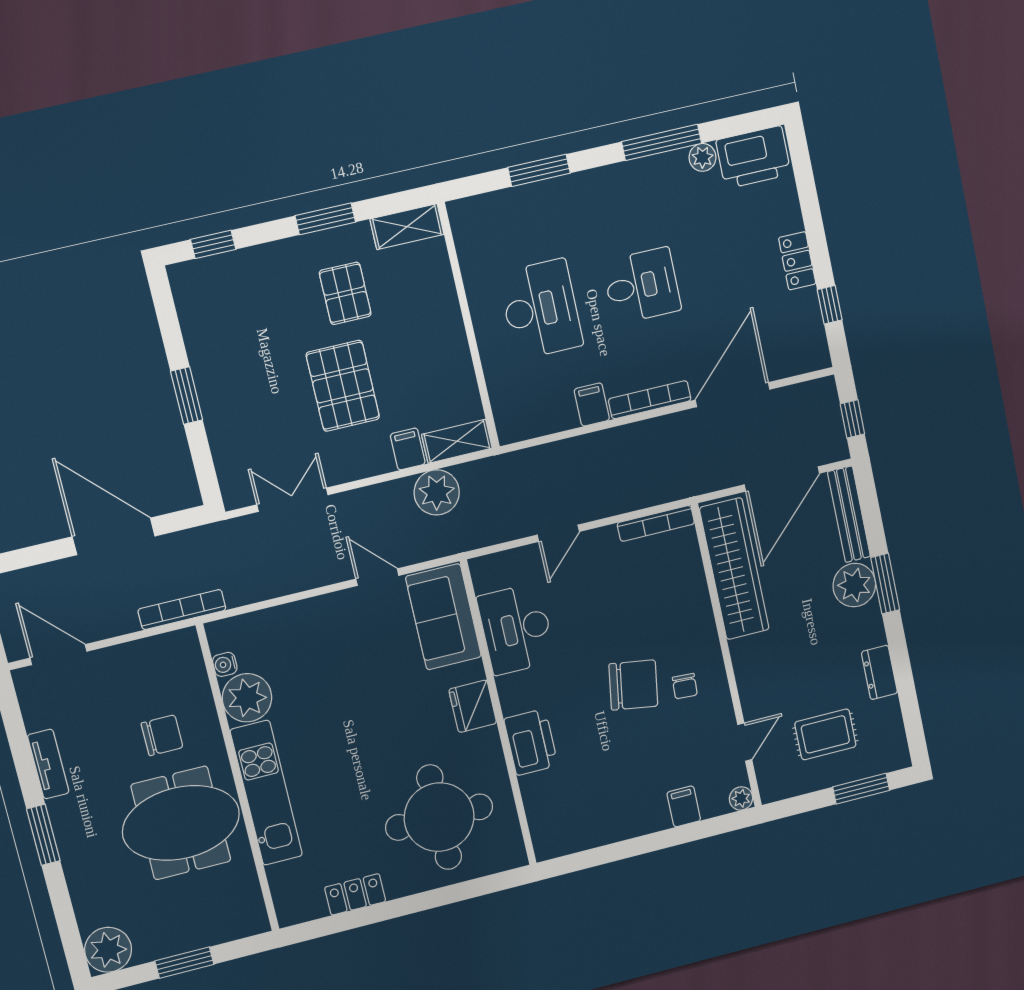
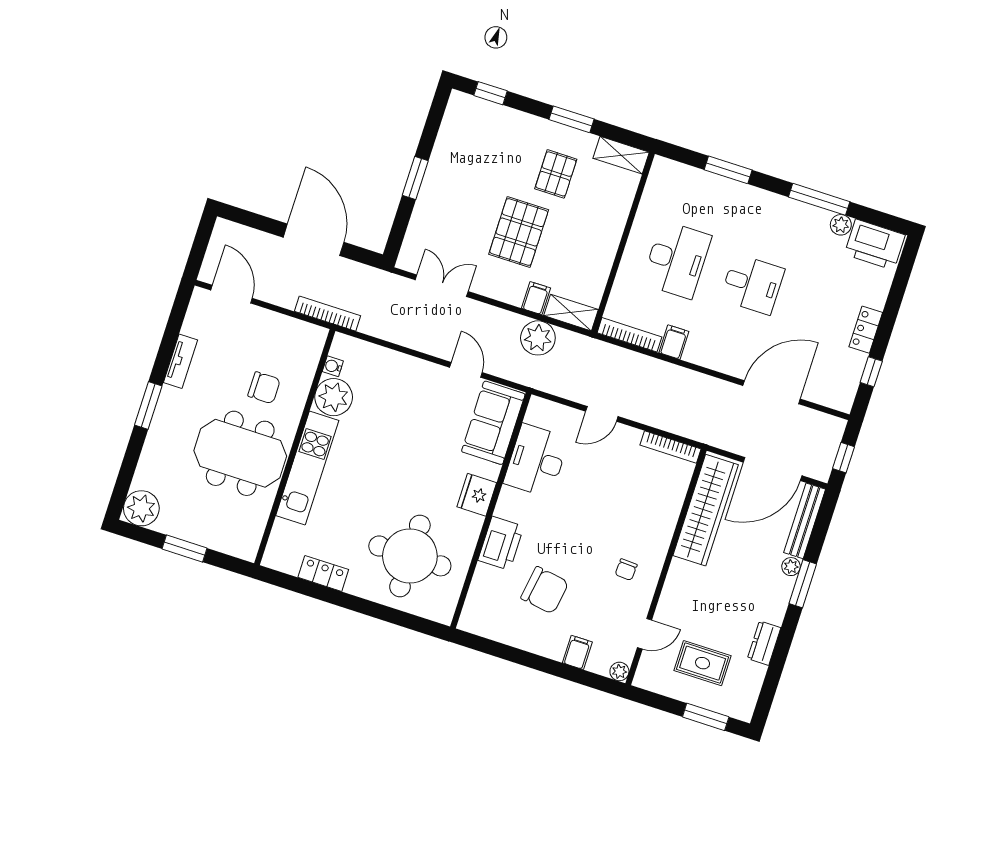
bookcase: (650, 400) -> (629, 335), moved
plant: (854, 585) -> (791, 567), width x0.53, depth x0.53
chair: (633, 685) -> (545, 590), moved

